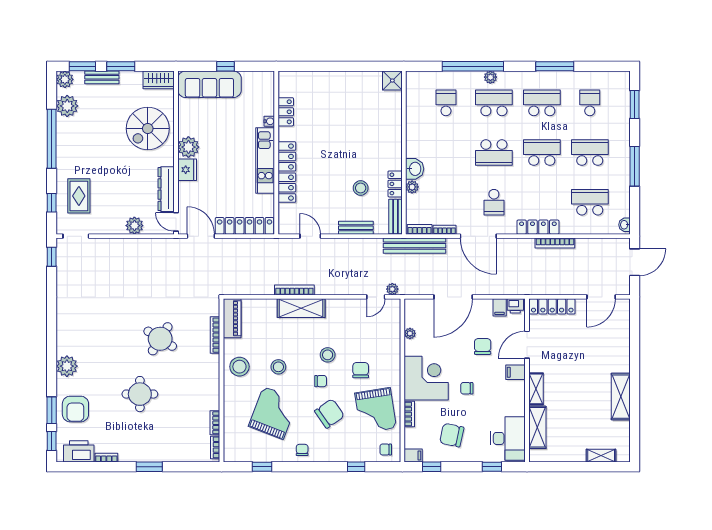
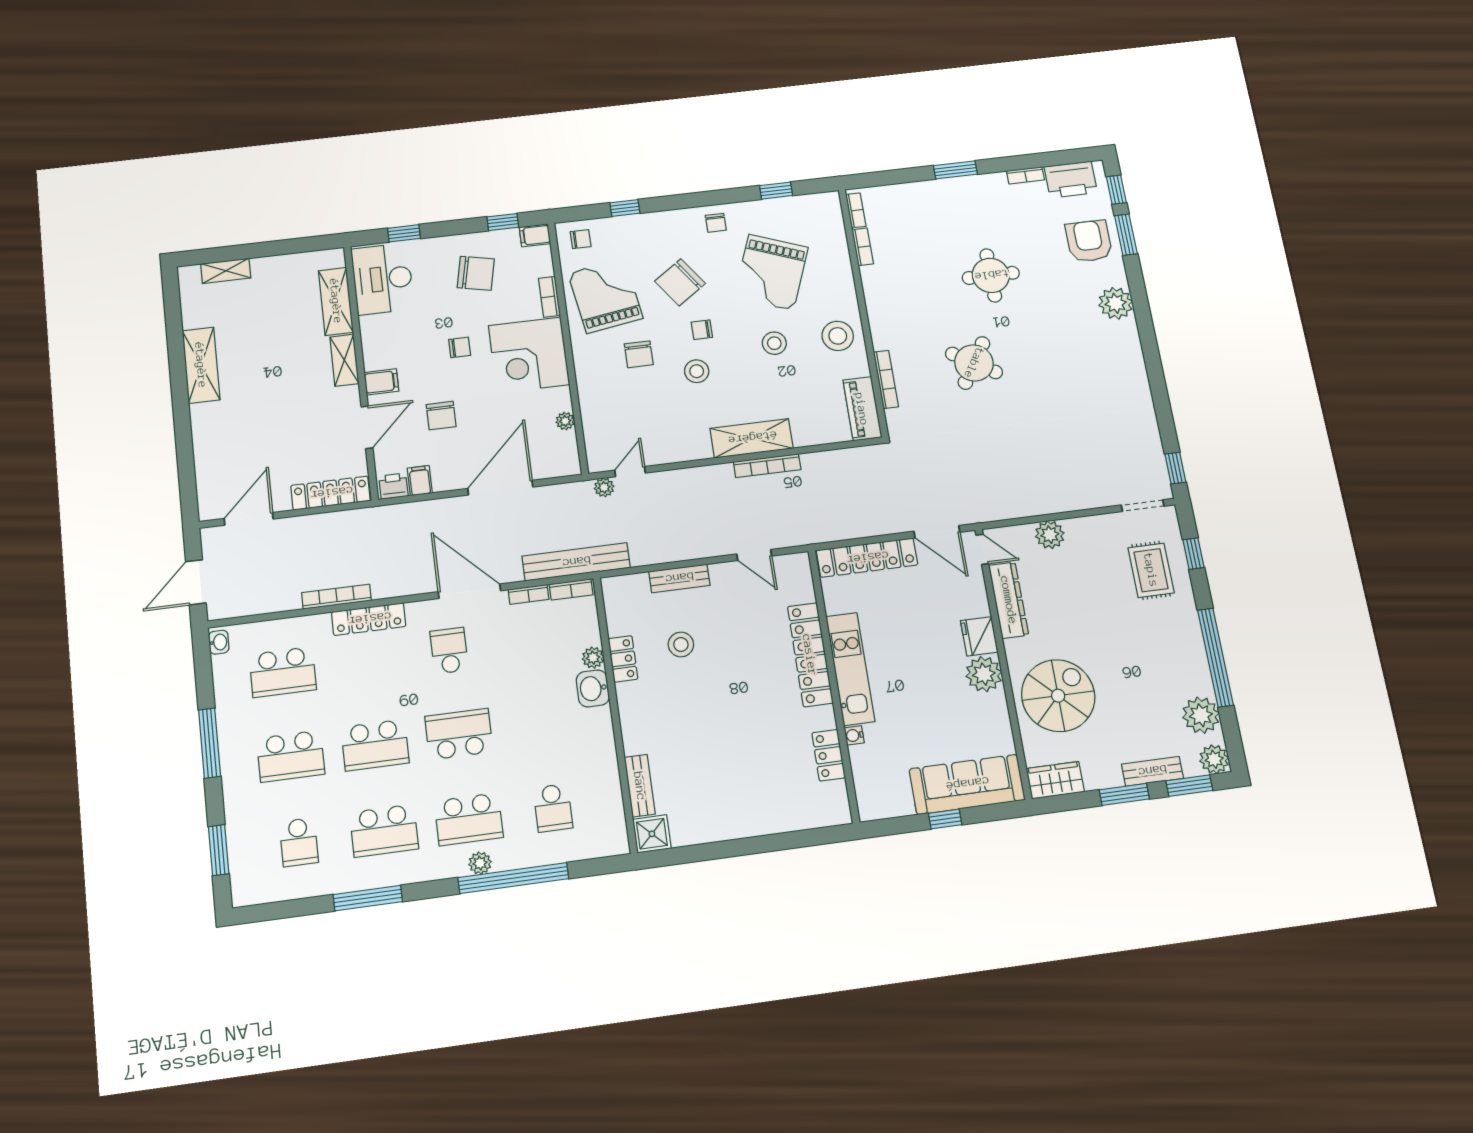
bench: (395, 216) -> (640, 786), moved

